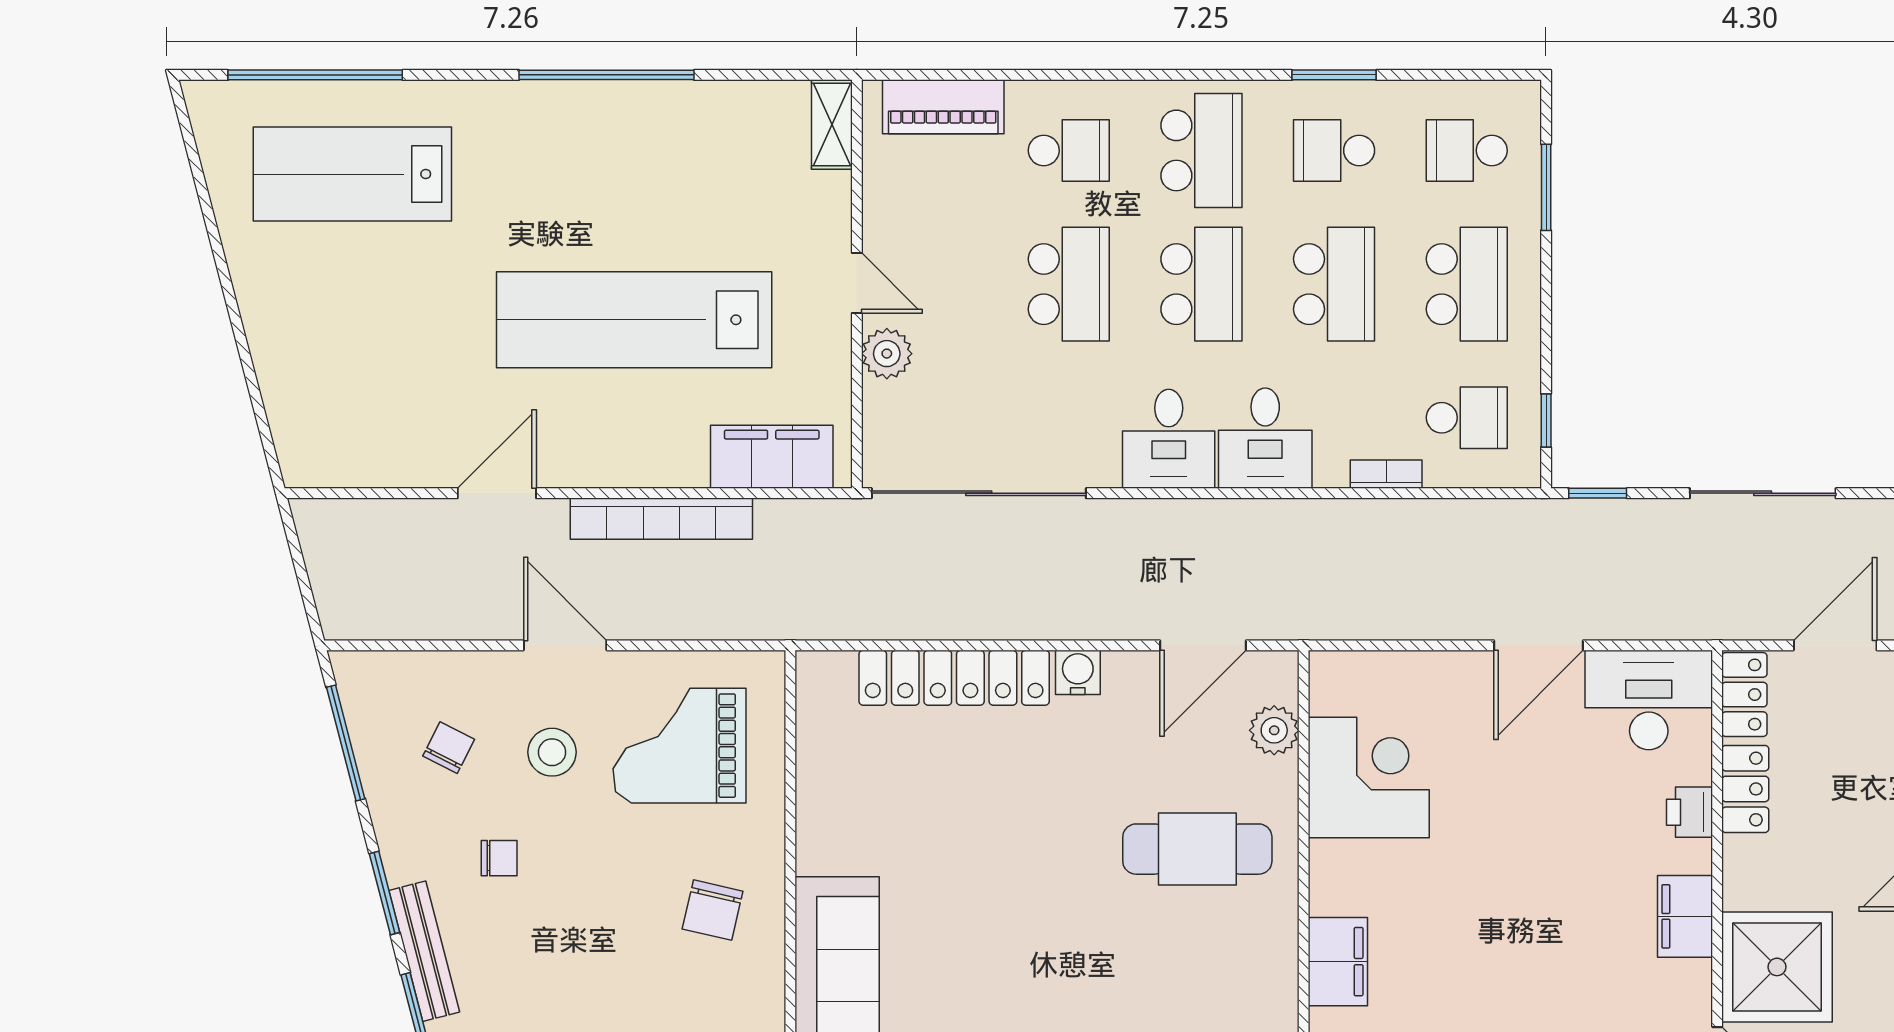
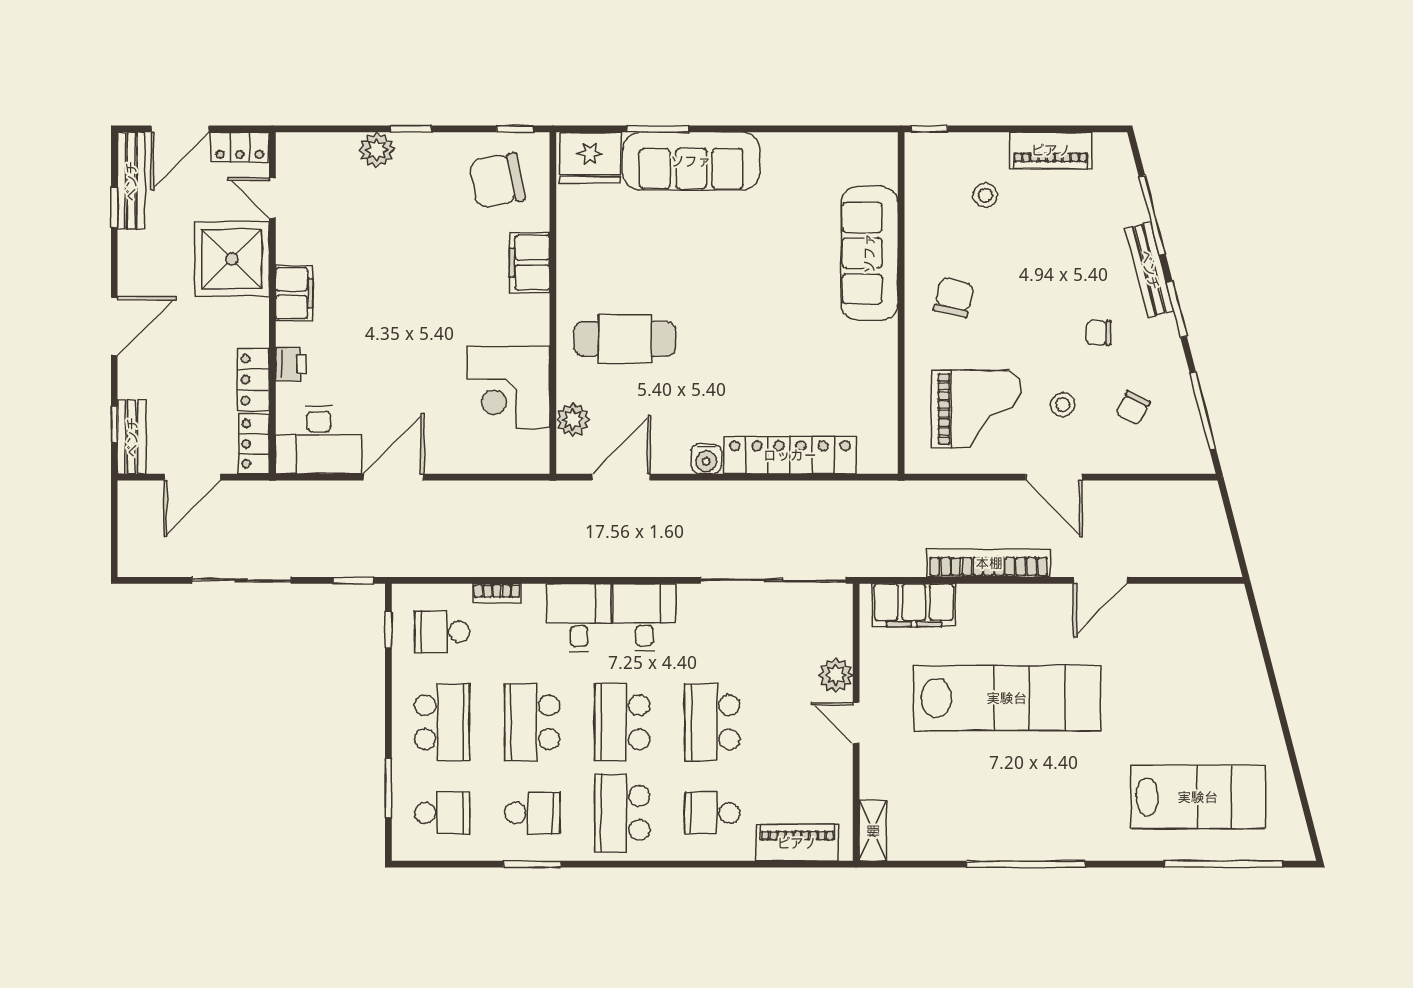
school desk: (1467, 284) -> (442, 722), turned 180
stool: (552, 752) -> (1063, 405), width x0.73, depth x0.73

